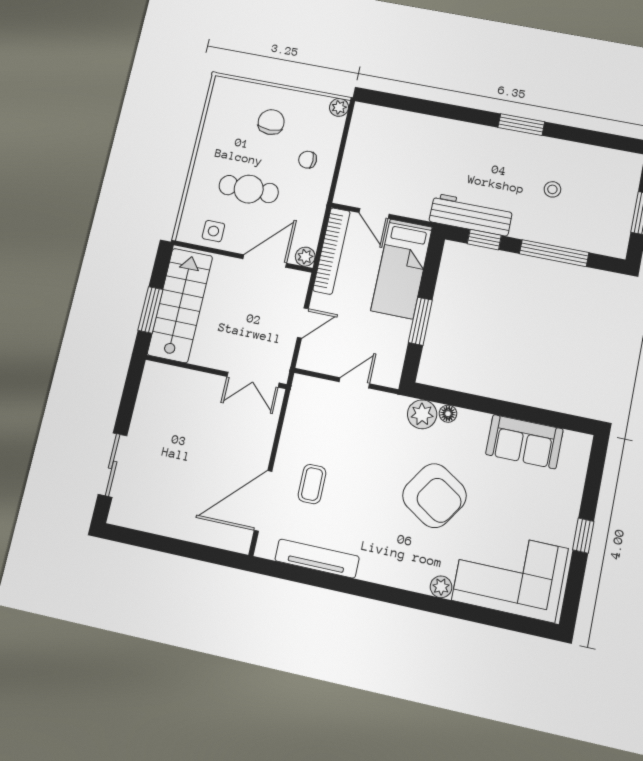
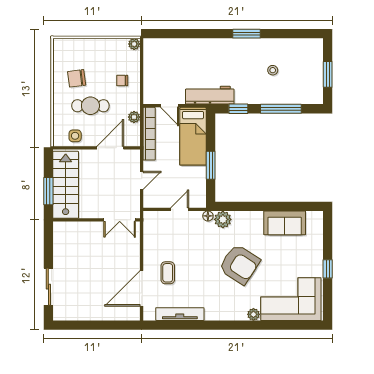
chair: (271, 122) -> (77, 78), moved, turned -97
workbench: (471, 215) -> (210, 95), moved
plant: (305, 257) -> (134, 117), moved
floor lamp: (448, 414) -> (208, 216), moved

